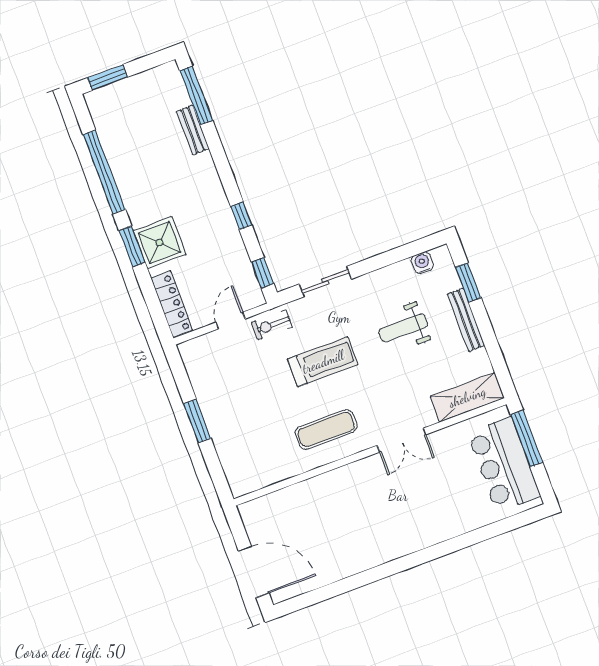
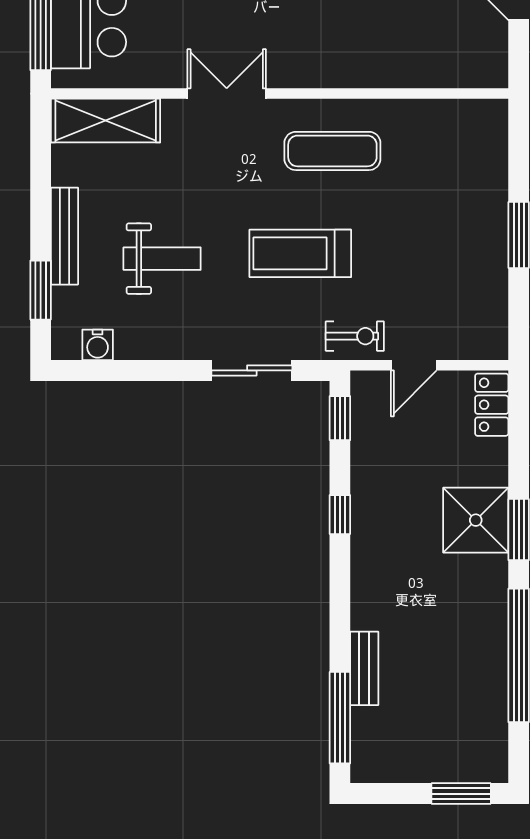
locker: (172, 304) -> (492, 405), width x0.66

